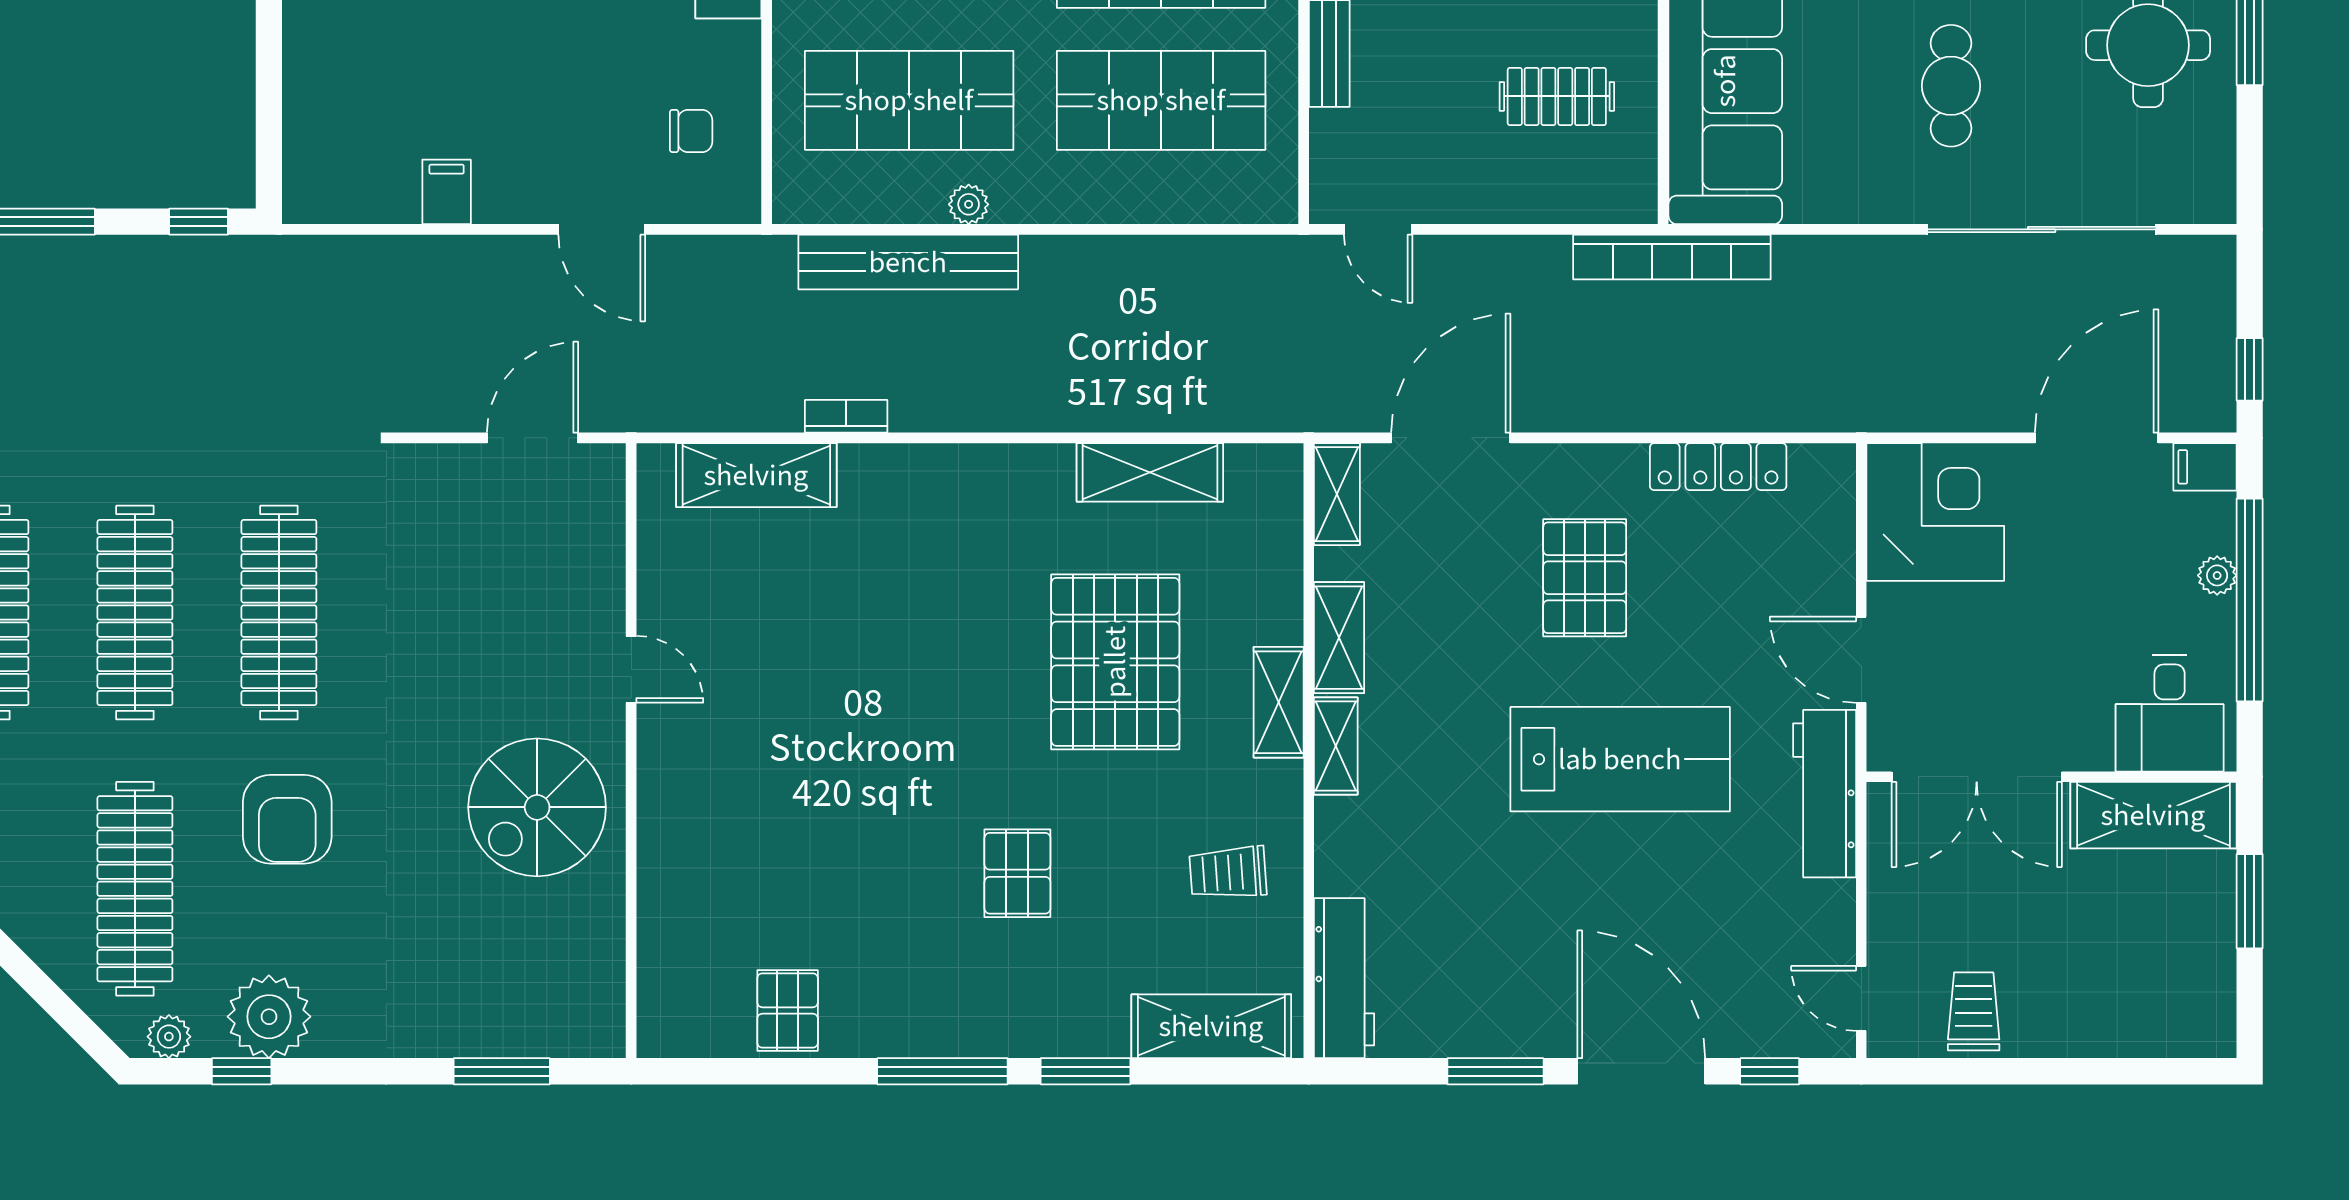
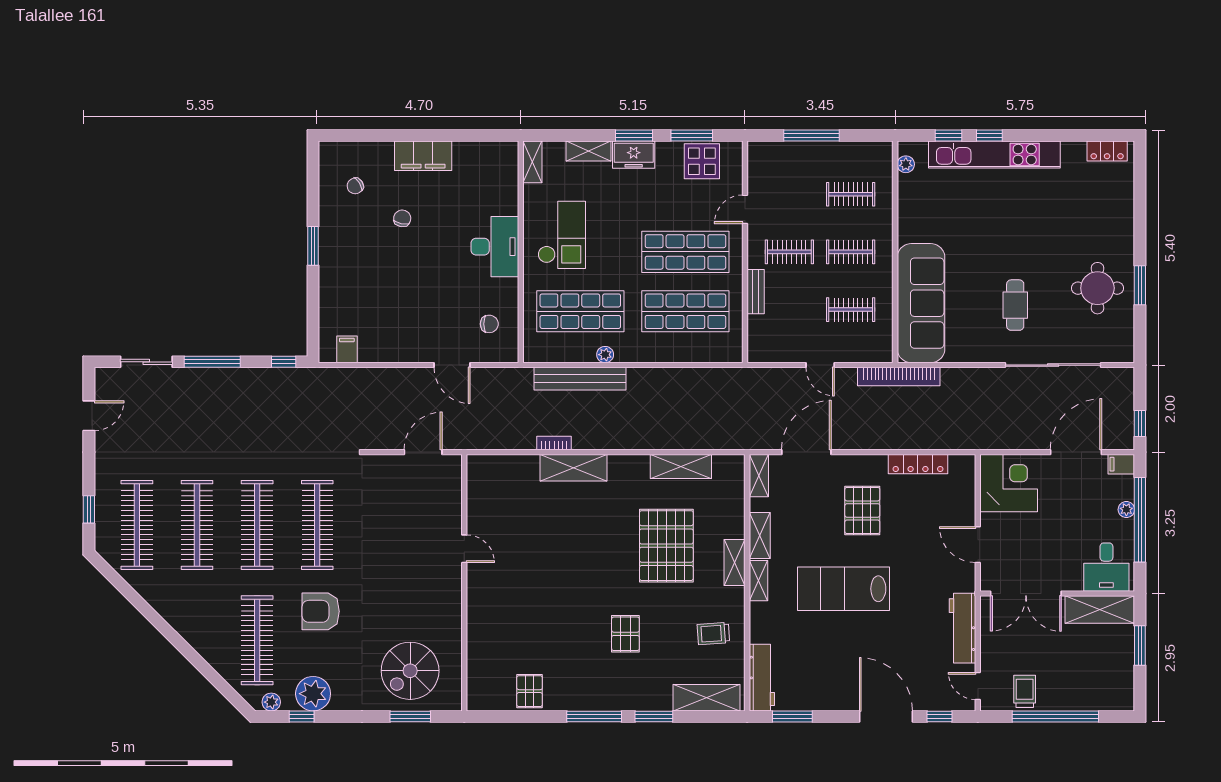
filing cabinet: (447, 192) -> (347, 349), moved
door: (1378, 229) -> (820, 365), moved
shelving: (756, 475) -> (573, 468), moved
lab bench: (1620, 759) -> (843, 589), moved, turned 180
workbench: (1825, 794) -> (962, 628), moved
spiral stairs: (537, 807) -> (410, 671), moved
armchair: (287, 819) -> (321, 611), turned 90
window: (1495, 1071) -> (792, 716), moved
window: (2047, 1071) -> (1055, 716), added

